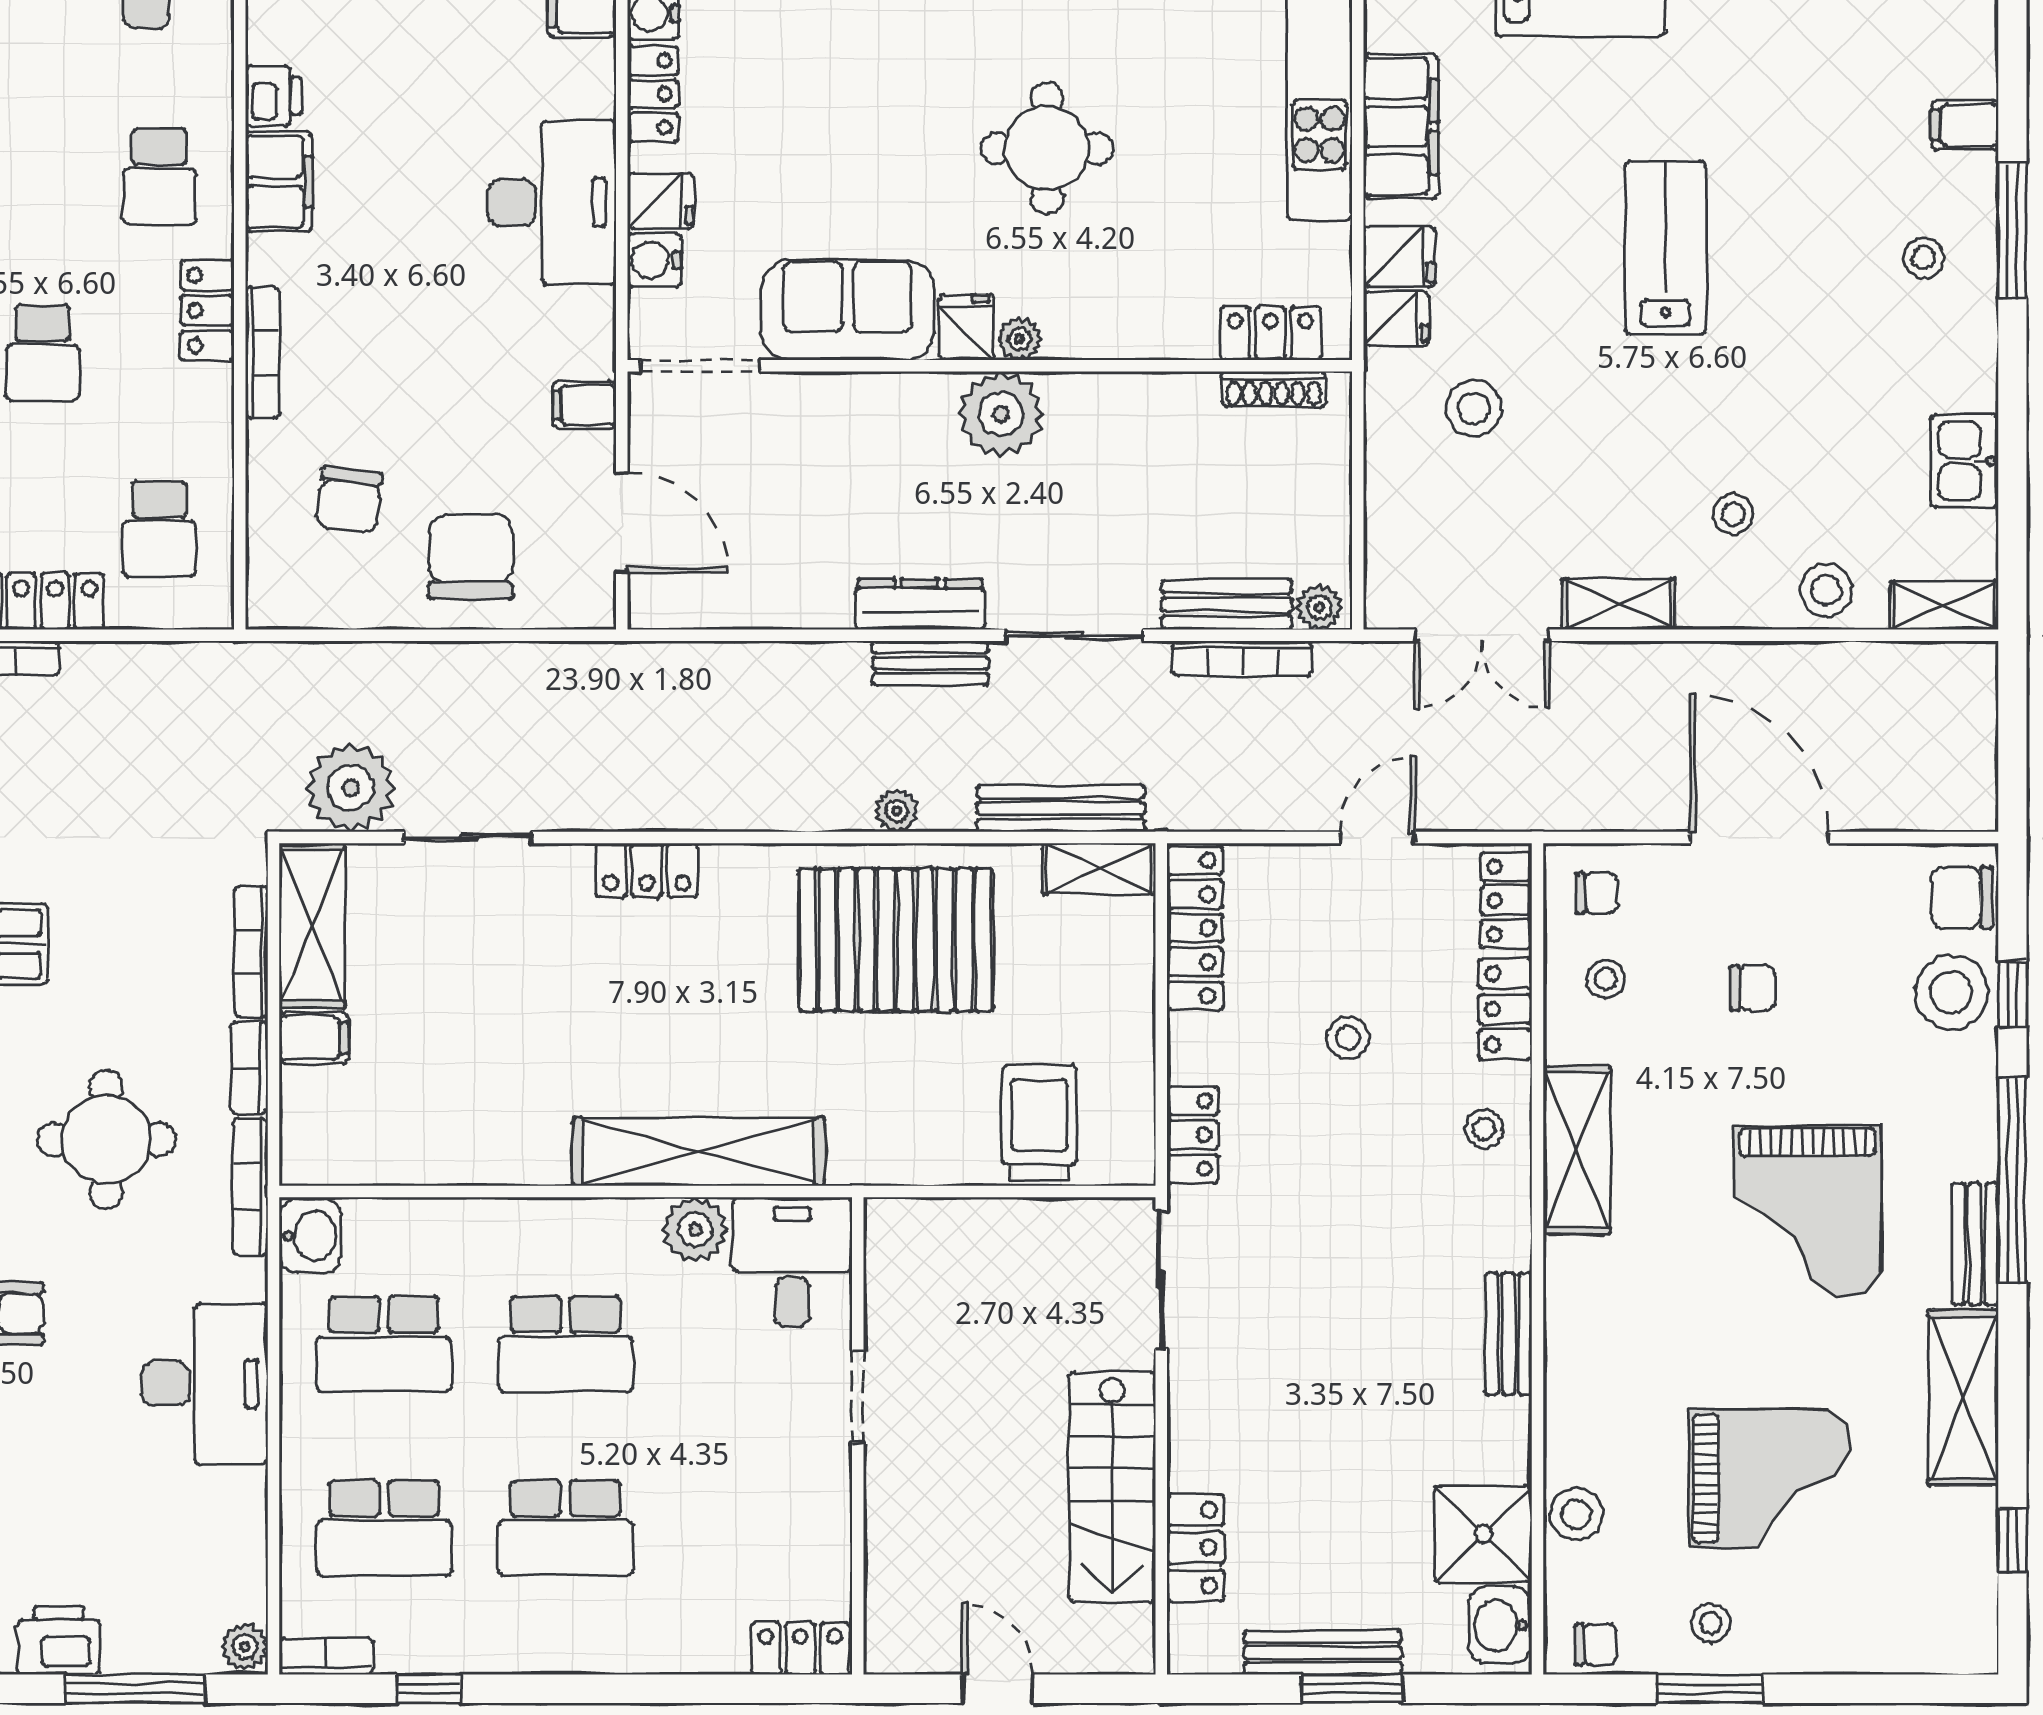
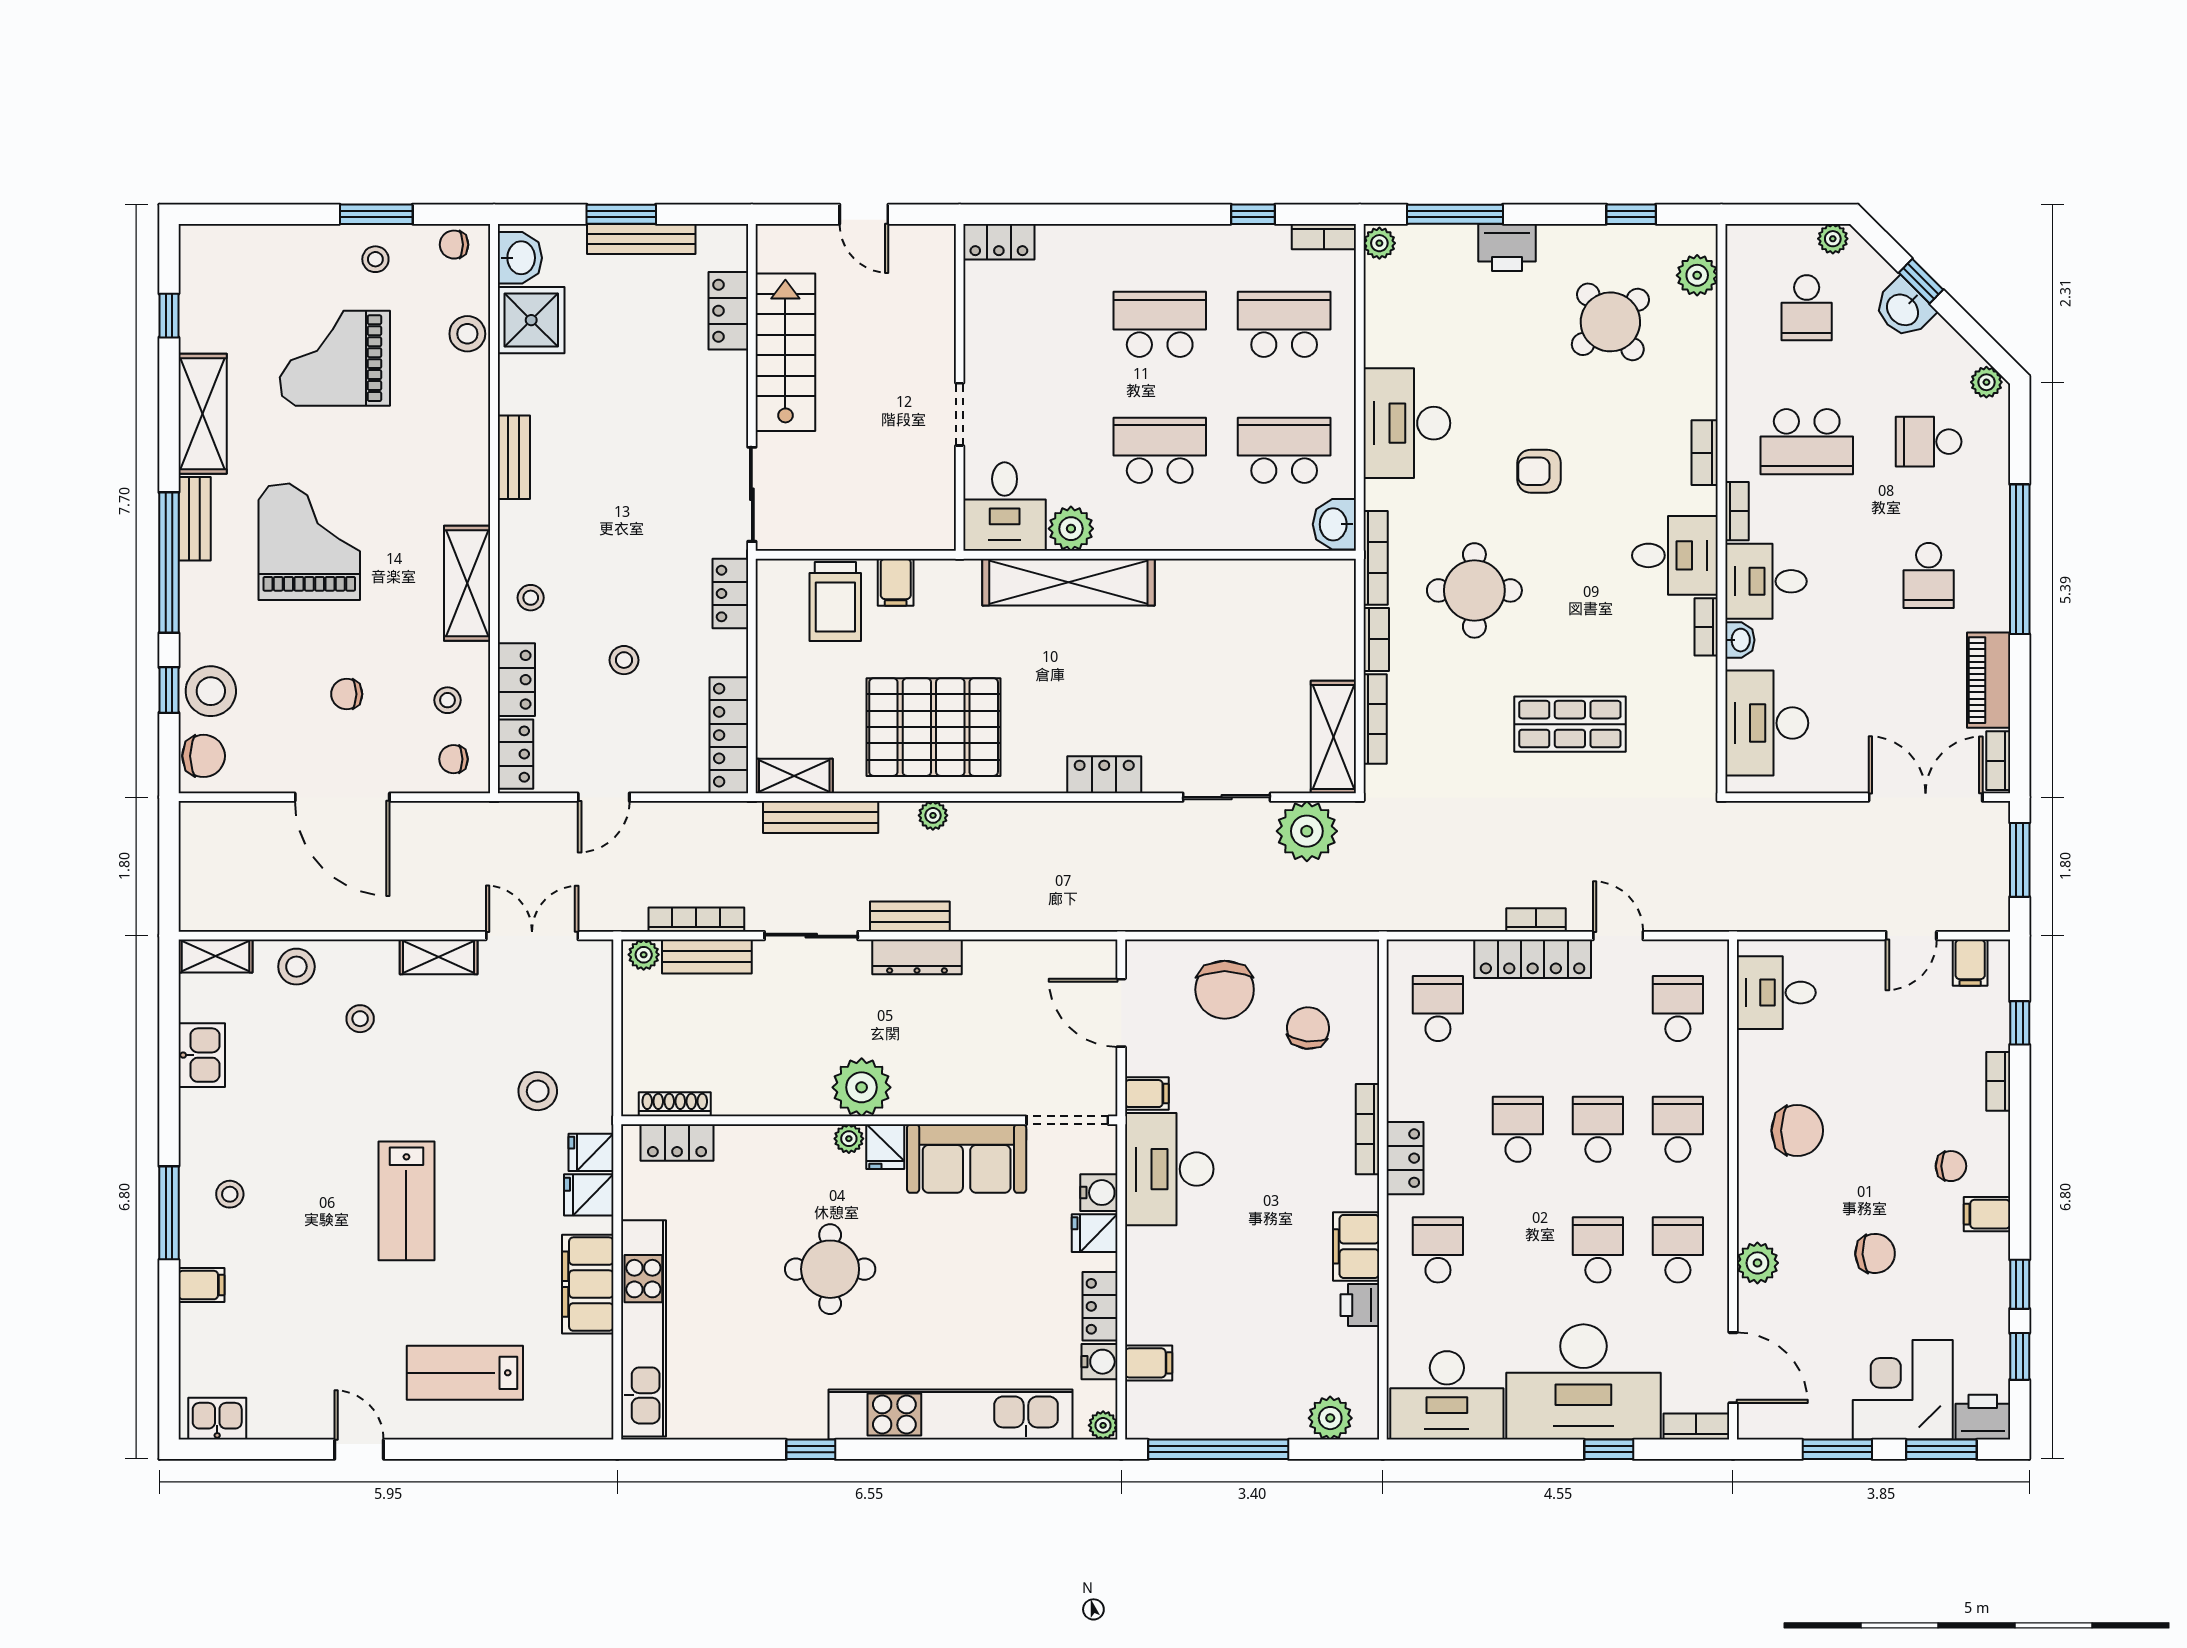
desk: (552, 202) -> (1169, 1169), moved
filing cabinet: (314, 1038) -> (896, 582), moved, turned -90

